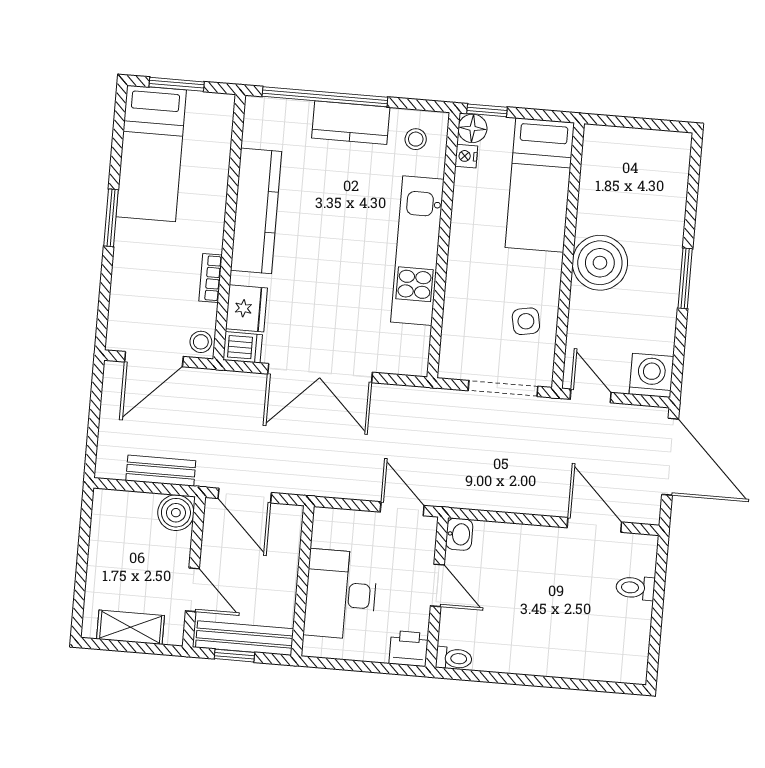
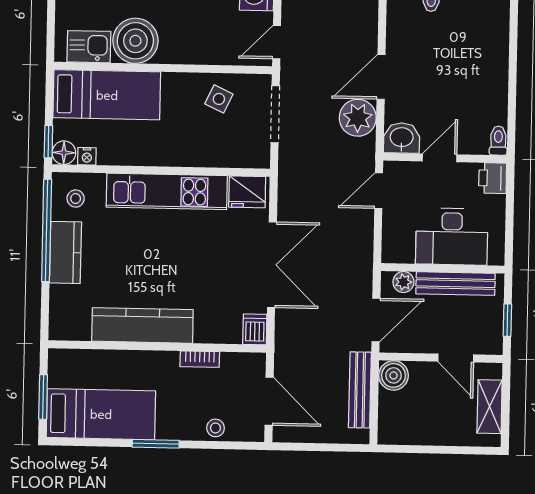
window: (325, 97) -> (47, 230), moved
kitchen sink: (600, 167) -> (89, 47), added
boiler: (600, 263) -> (135, 41), moved
fridge: (246, 308) -> (247, 192), moved, turned 180
side table: (526, 321) -> (219, 99), turned 36
stool: (201, 342) -> (216, 428), moved
bench: (161, 471) -> (360, 390), width x1.36
plant: (492, 489) -> (358, 118), added
door: (594, 525) -> (381, 77), moved
plant: (289, 532) -> (403, 282), added
washbasin: (459, 534) -> (402, 138), width x1.38, depth x1.45
door: (192, 590) -> (456, 358), swing flipped
bench: (245, 638) -> (456, 284), moved, turned 90

